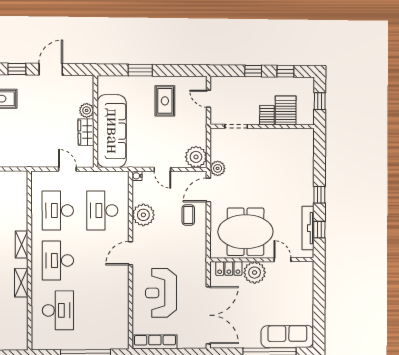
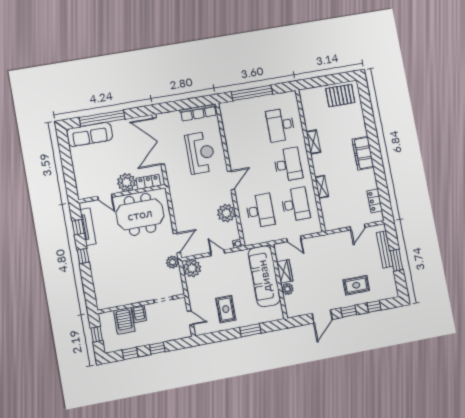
coffee table: (188, 215) -> (190, 220), removed
shelving: (22, 245) -> (322, 187), moved

